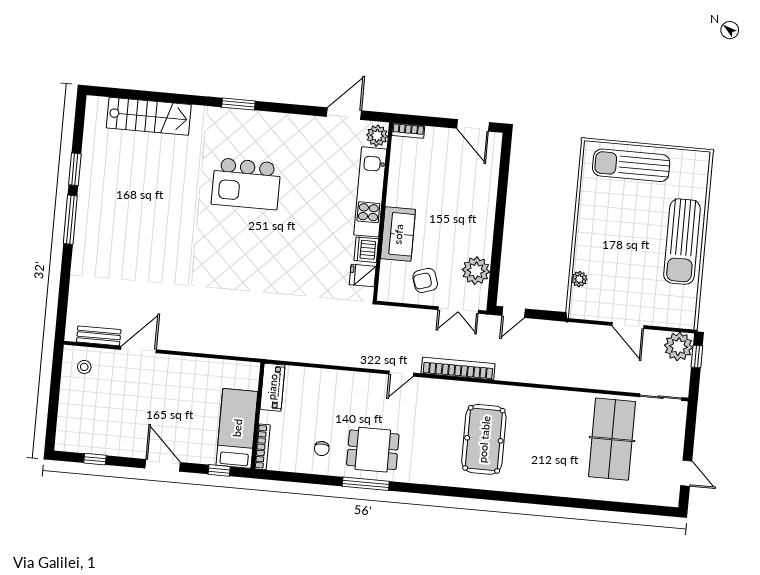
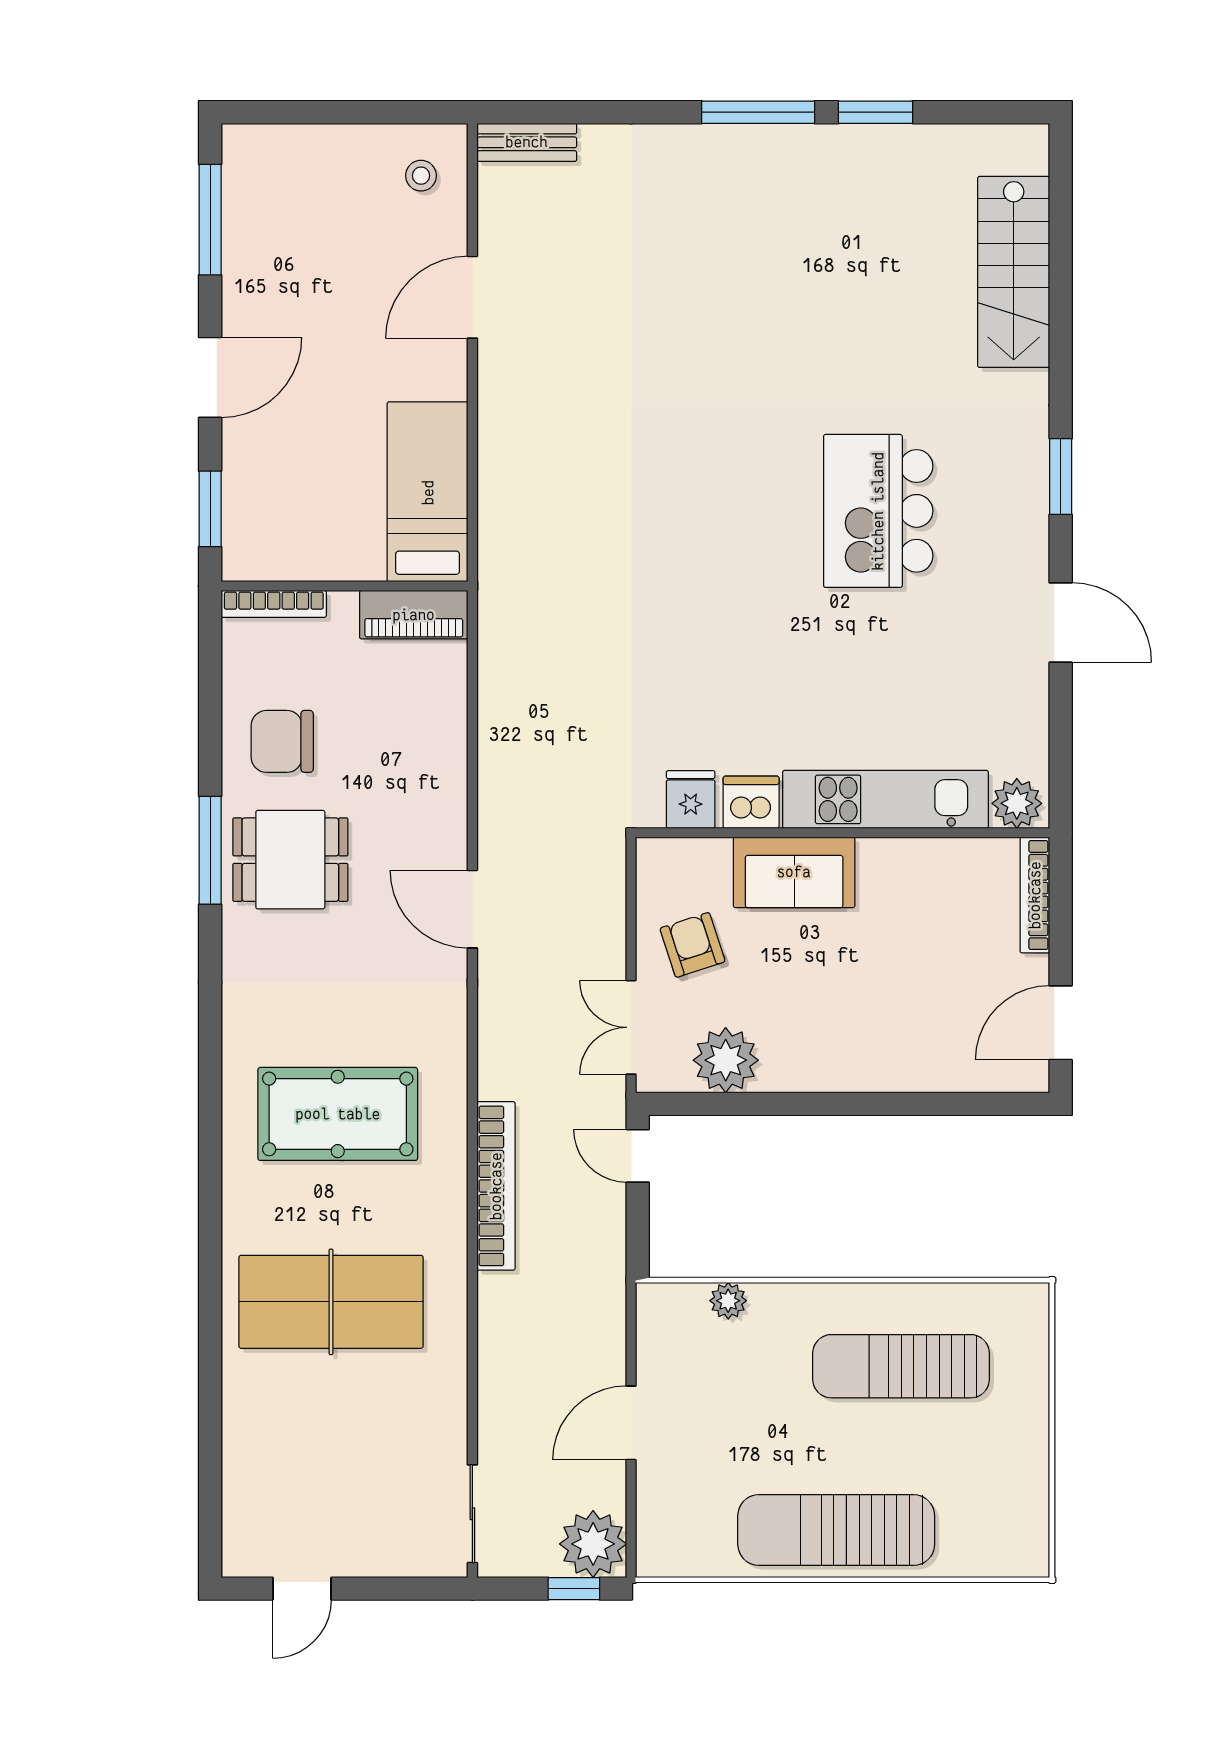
door: (344, 114) -> (1061, 623), moved
bookcase: (408, 131) -> (1035, 895), width x1.56
sun lounger: (631, 165) -> (901, 1366), moved, turned -90
bench: (99, 336) -> (527, 142), moved, turned 90
door: (139, 350) -> (472, 297), swing flipped
bookcase: (458, 368) -> (496, 1186), moved
door: (401, 374) -> (472, 909), width x1.38
bed: (237, 428) -> (428, 492), moved, turned -90
table tennis table: (612, 439) -> (331, 1302), moved
chair: (322, 449) -> (282, 741), width x1.87, depth x1.87
dining table: (373, 450) -> (290, 860), turned 90
window: (95, 459) -> (210, 220), width x2.17
window: (219, 470) -> (210, 509), width x1.50

